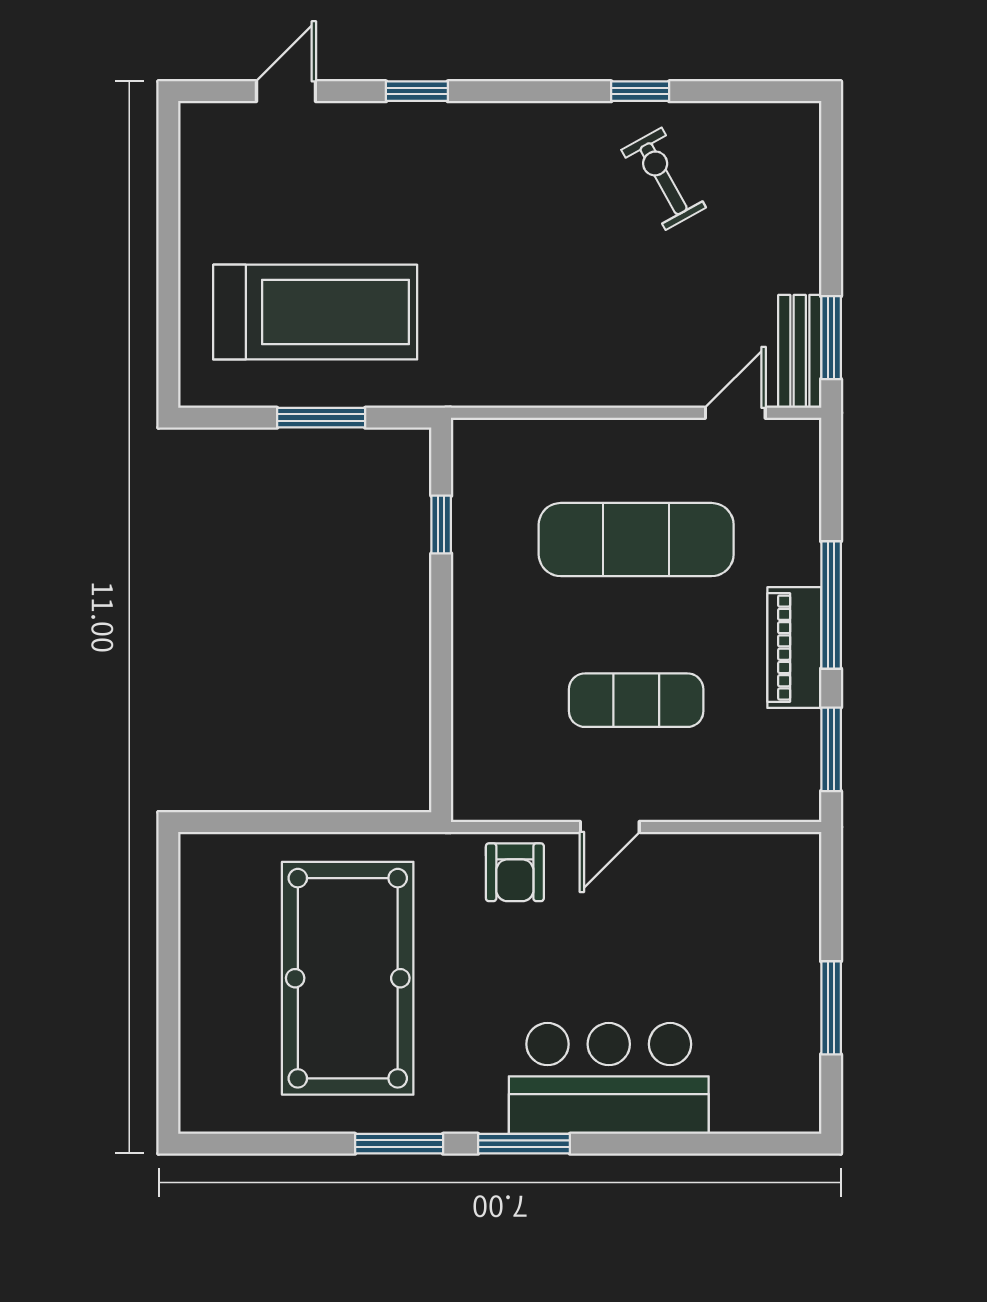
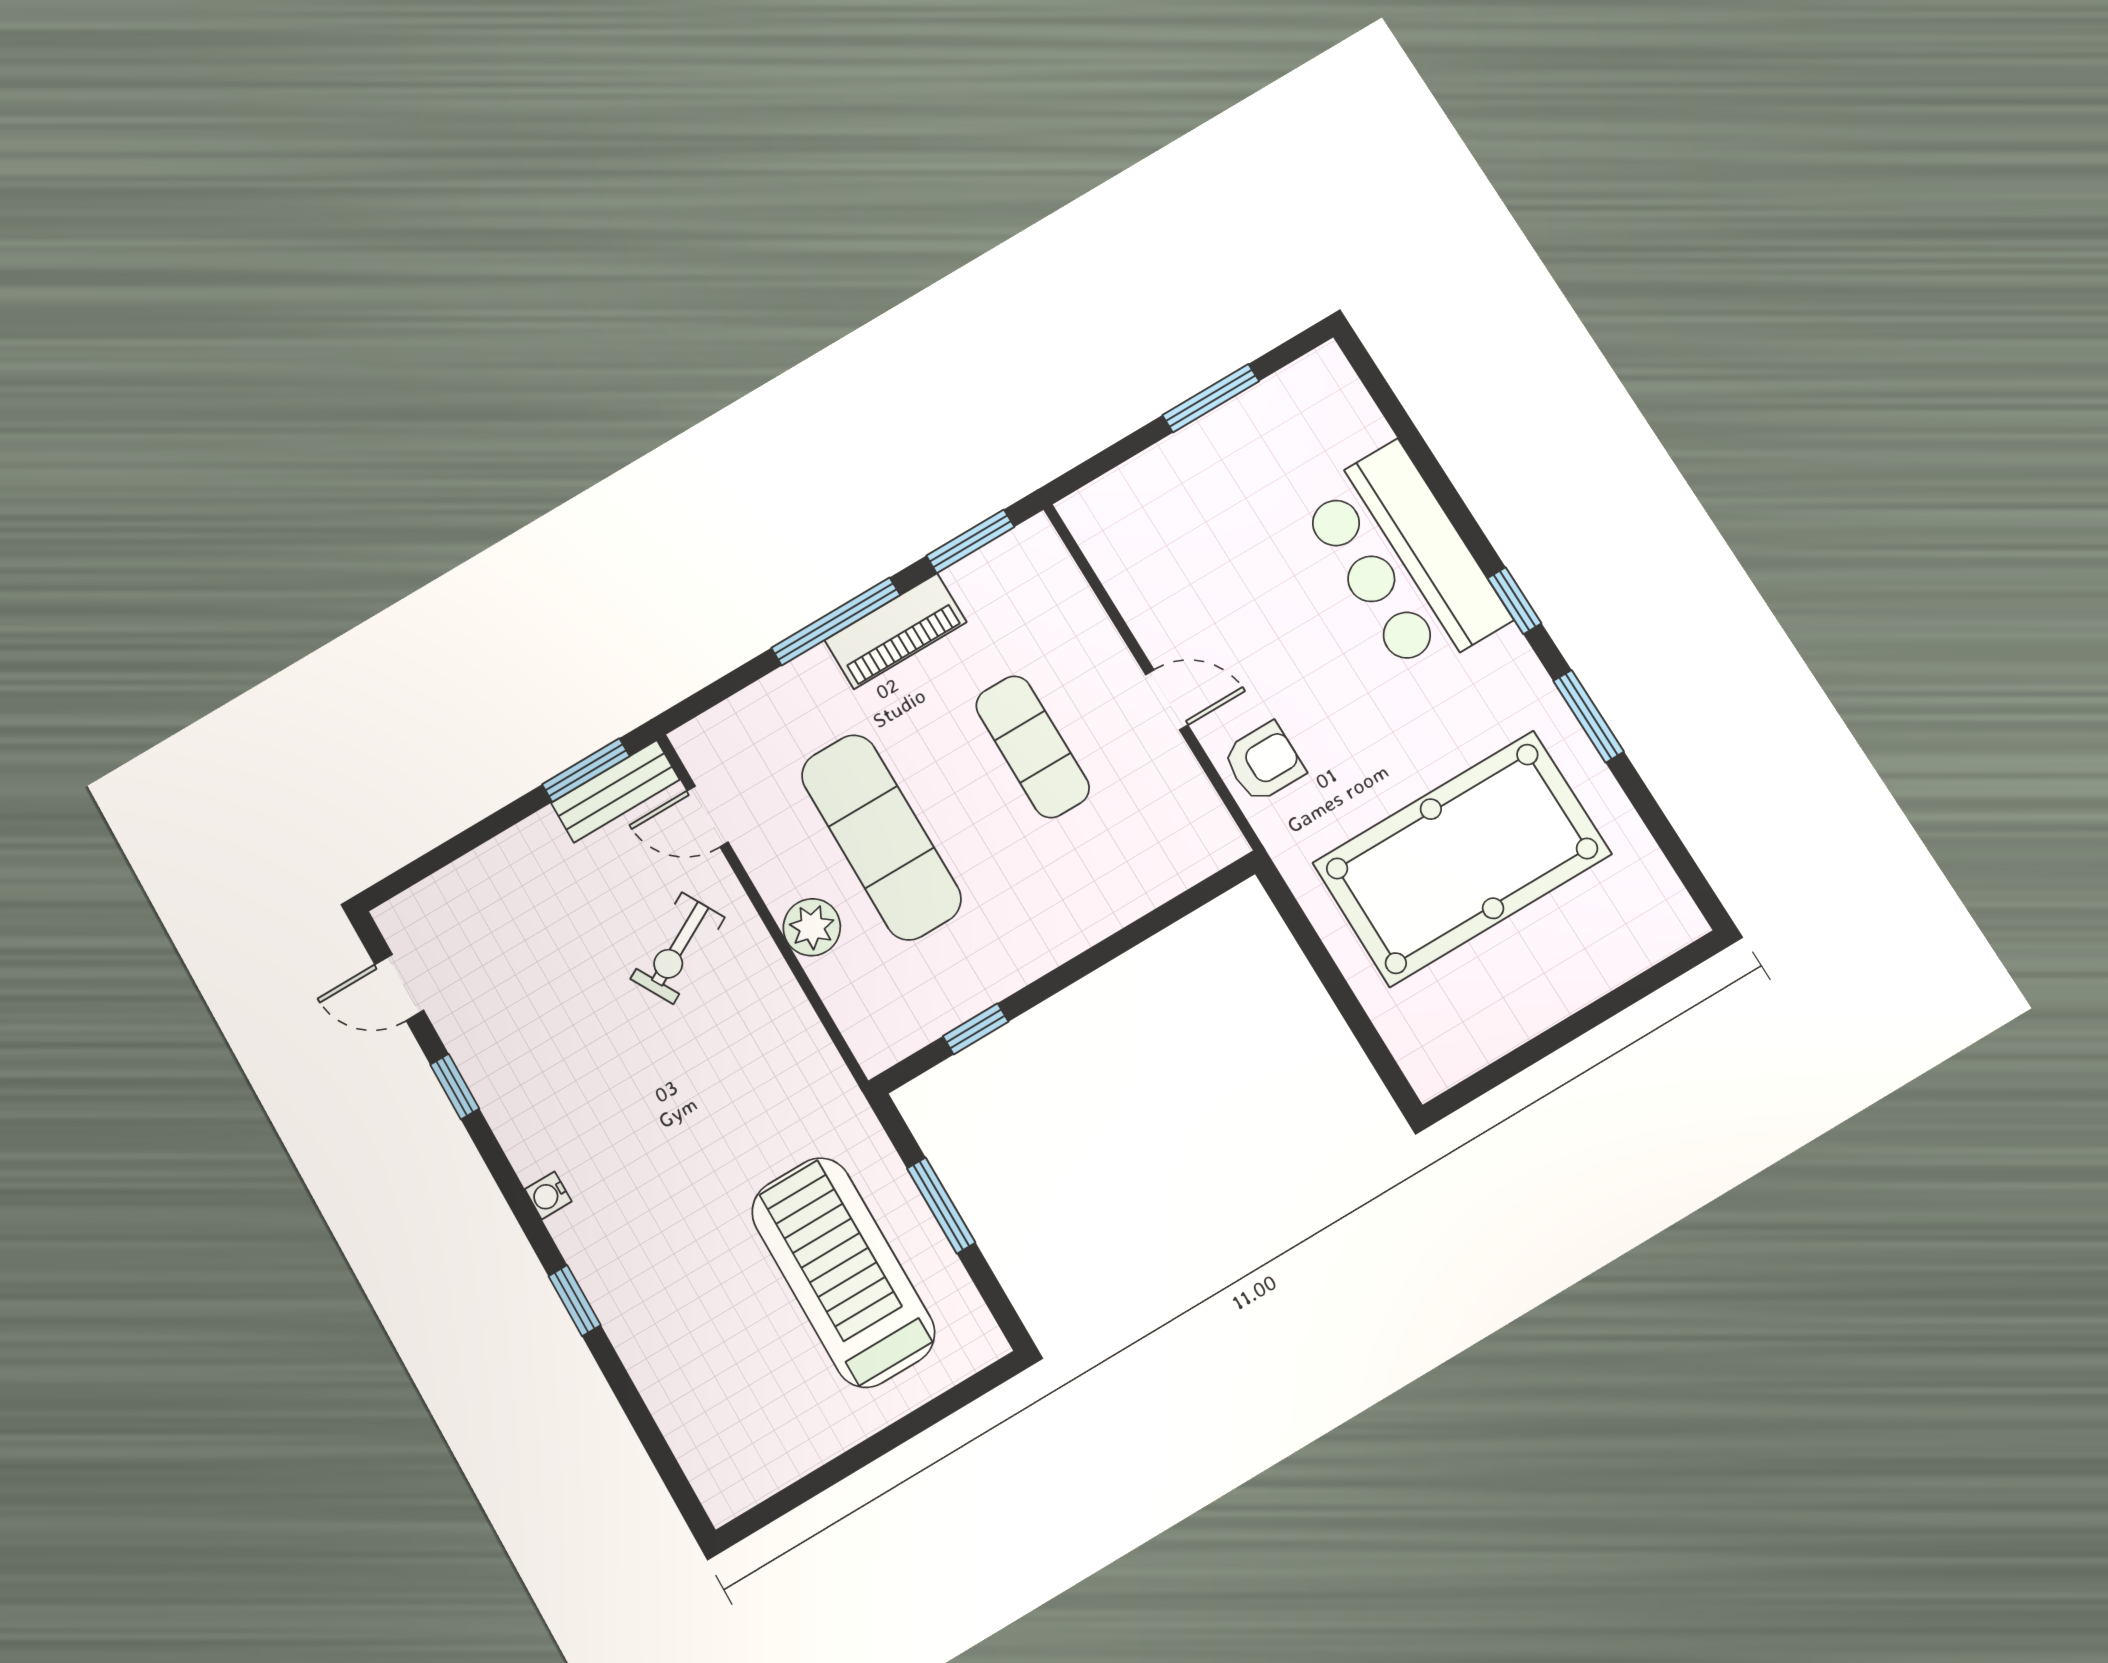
door: (286, 91) -> (399, 987), moved
water cooler: (511, 117) -> (548, 1195), added
exercise bike: (664, 179) -> (678, 948), moved
plant: (598, 444) -> (812, 927), added
window: (524, 1144) -> (1514, 601), width x0.67

